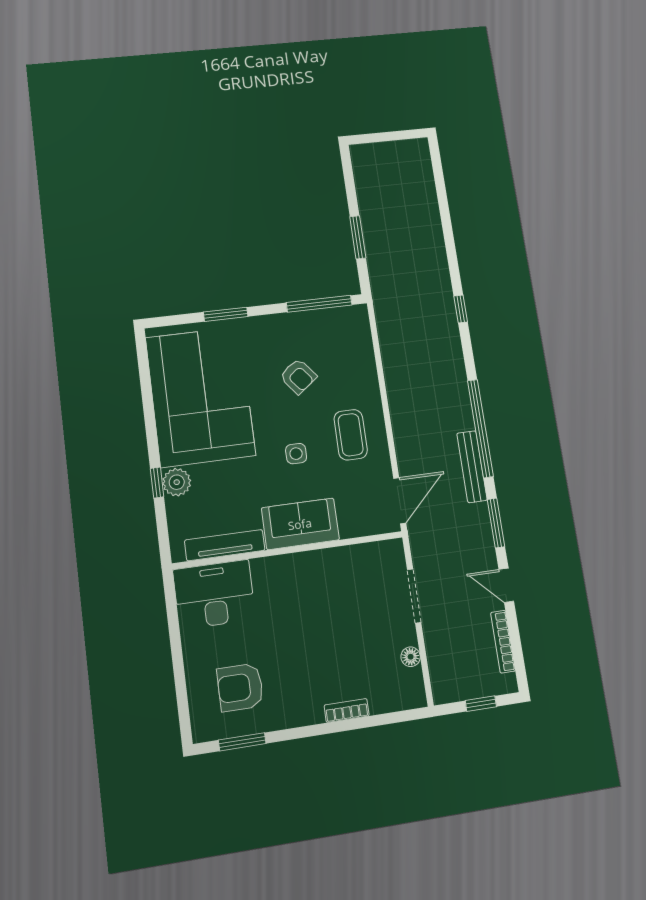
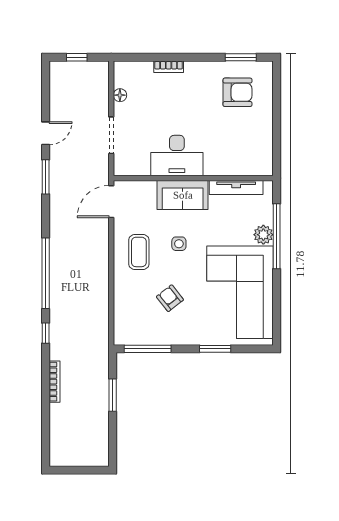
window: (480, 428) -> (46, 273), moved
bench: (472, 467) -> (56, 218), removed
window: (157, 483) -> (277, 236), width x3.17
door: (506, 585) -> (46, 133), hinge flipped
desk: (214, 594) -> (177, 156), moved
bookcase: (503, 642) -> (54, 382), moved

